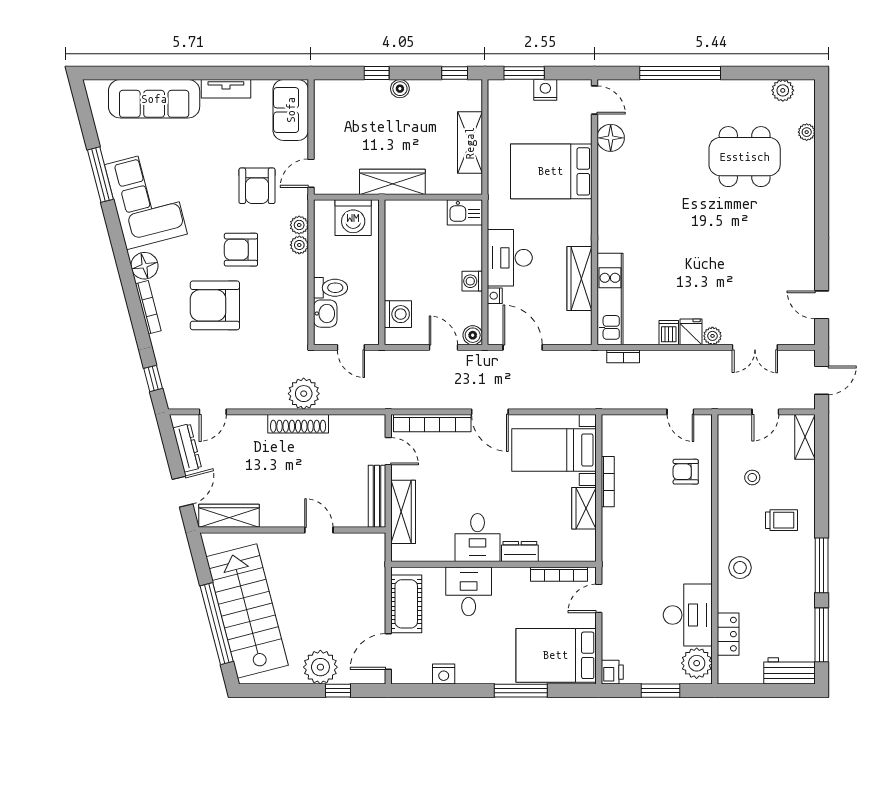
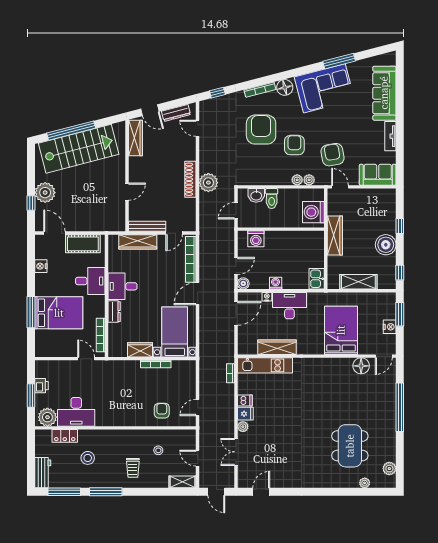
boiler: (400, 89) -> (386, 245), width x1.86, depth x1.86
armchair: (257, 186) -> (332, 155), turned 80
stool: (740, 568) -> (88, 458), moved
bed: (556, 655) -> (59, 313), moved, turned 90
printer: (612, 672) -> (41, 386), moved, turned -90

